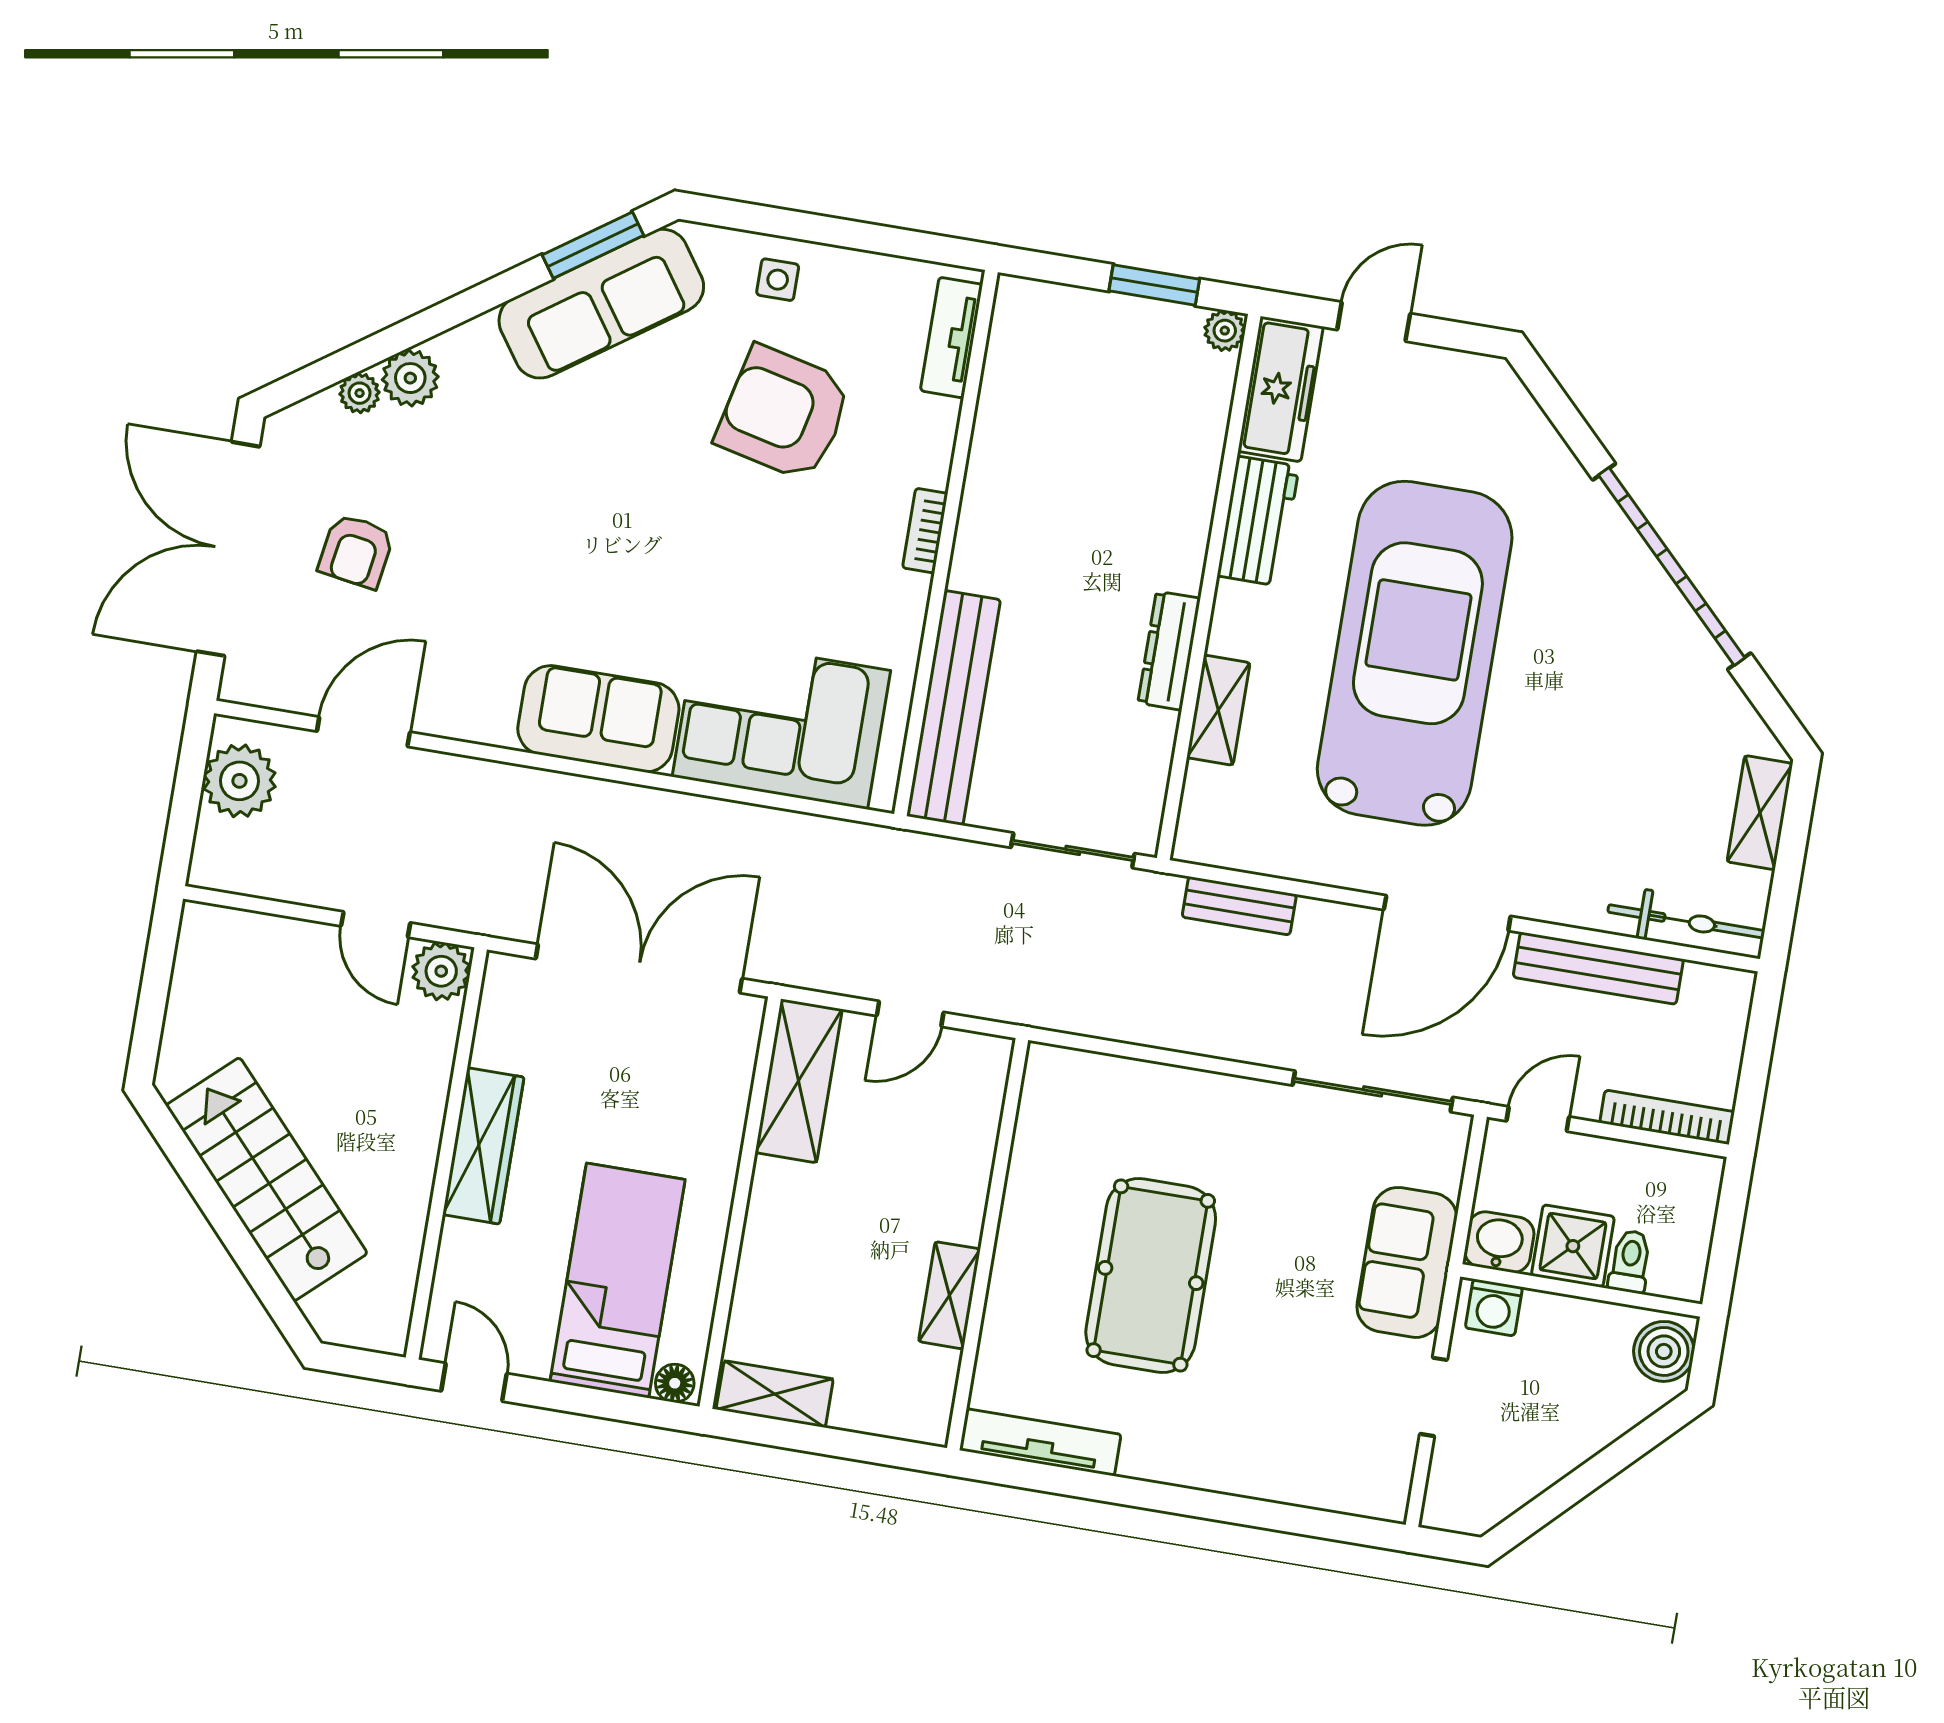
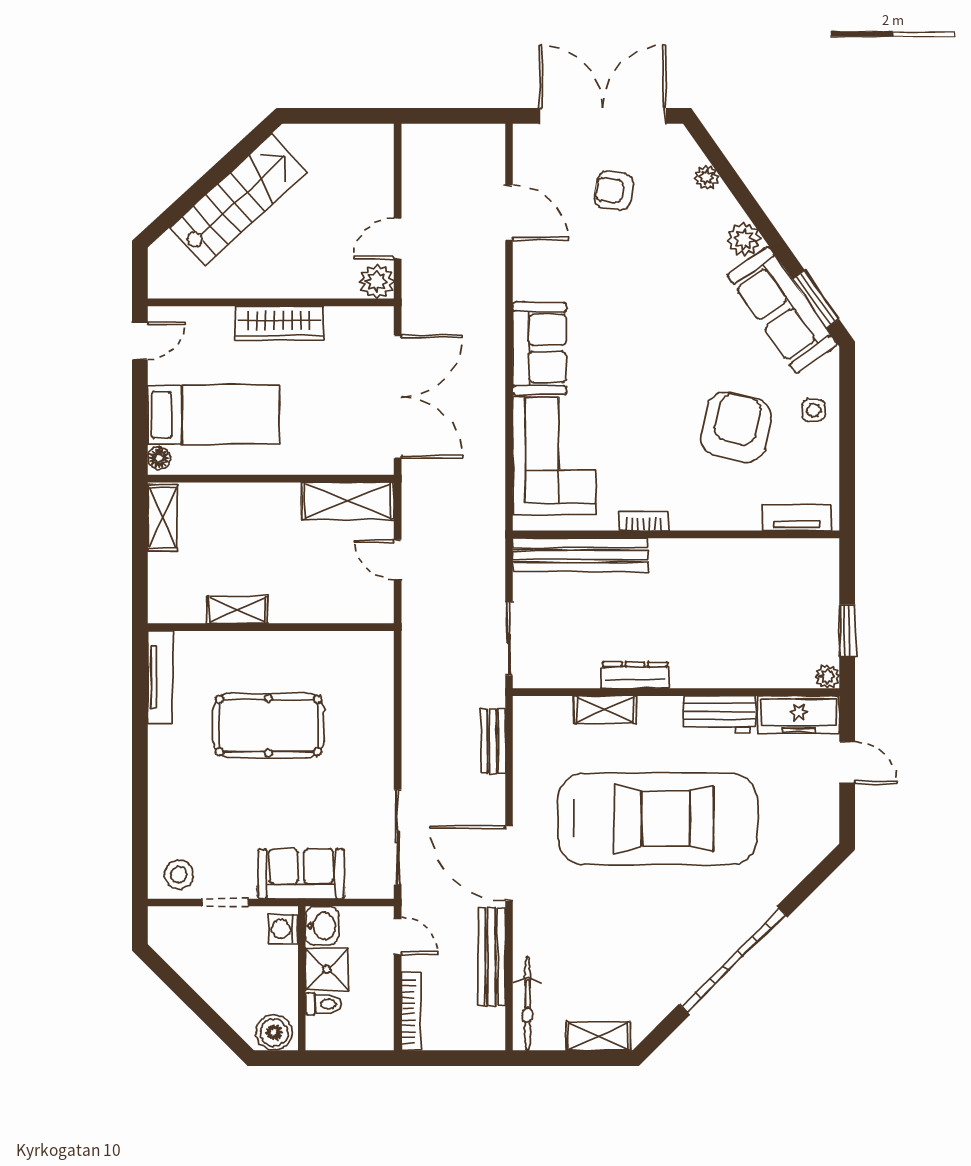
plant: (410, 378) -> (744, 239), moved
bookcase: (925, 531) -> (644, 521), moved
plant: (240, 781) -> (468, 145), removed
stool: (1374, 1466) -> (179, 874), added

